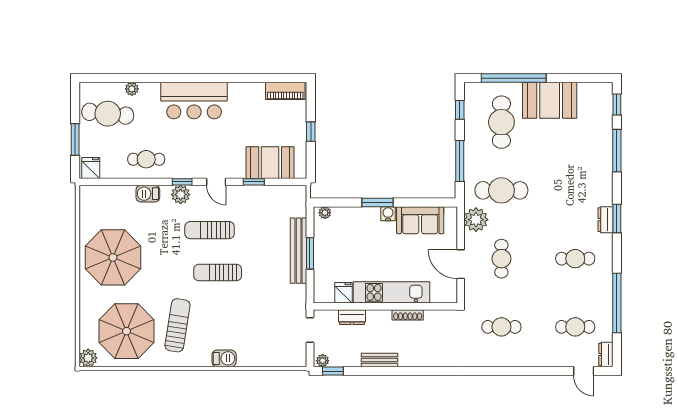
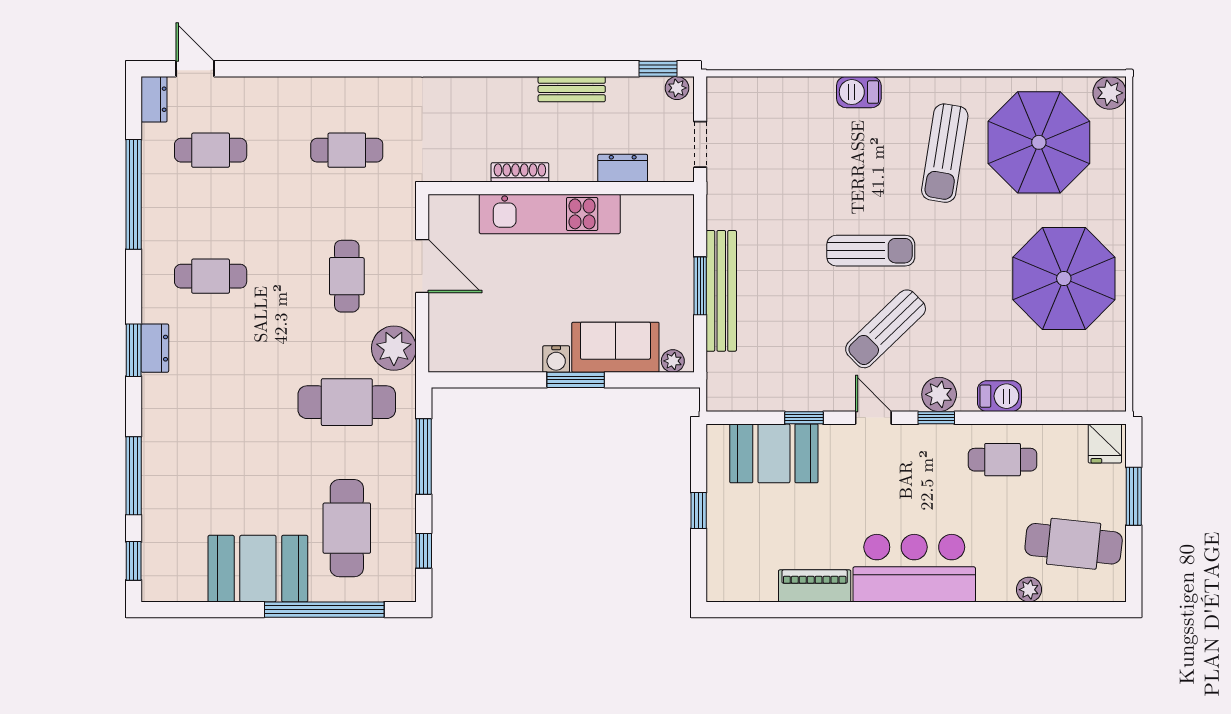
piano: (285, 91) -> (815, 586), moved
sofa: (420, 220) -> (615, 347), moved
sun lounger: (210, 230) -> (886, 329), turned 136
fridge: (343, 293) -> (638, 213), removed

